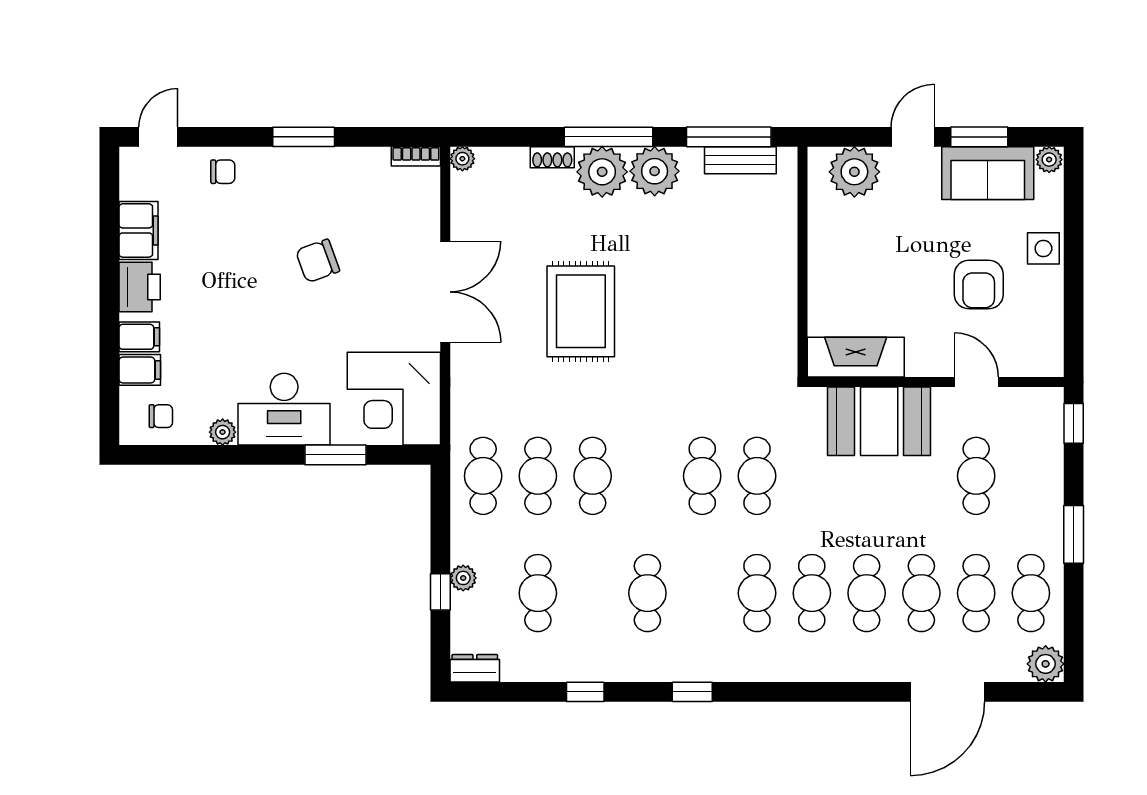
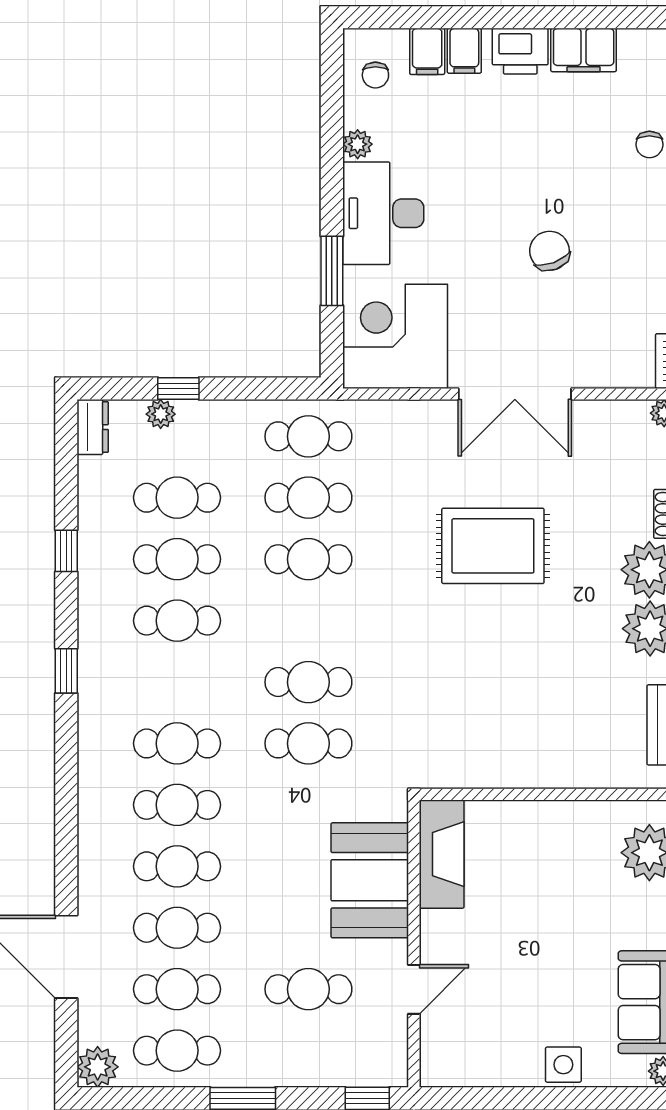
armchair: (979, 285) -> (523, 992), removed
plant: (463, 578) -> (161, 414), moved
cafe table: (593, 593) -> (177, 559), added

